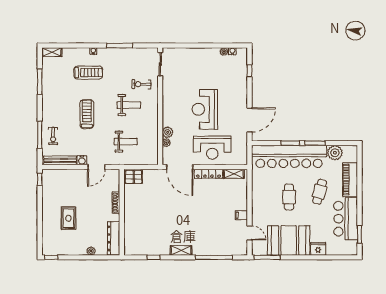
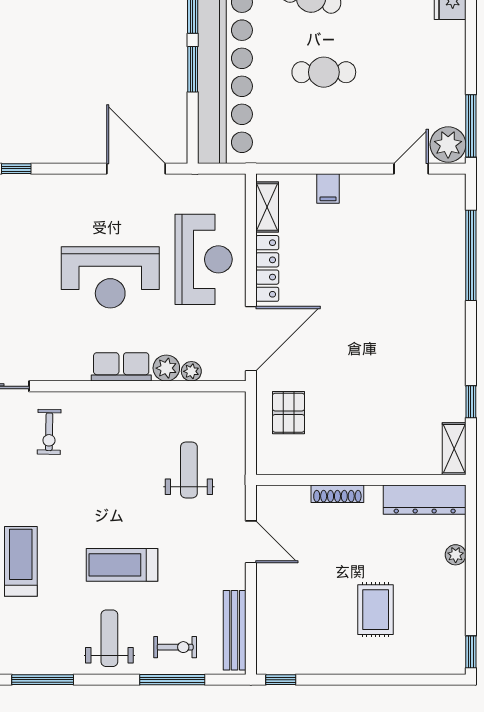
weight bench: (129, 105) -> (109, 638), moved
row of seats: (168, 114) -> (121, 367), added
water cooler: (82, 160) -> (234, 577), removed
pallet: (134, 177) -> (288, 413), moved
filing cabinet: (241, 215) -> (328, 189), moved
rug: (68, 218) -> (376, 610), turned 90
booth: (289, 240) -> (430, 73), removed
plant: (259, 248) -> (448, 145), added
shelving: (181, 250) -> (454, 449), moved

